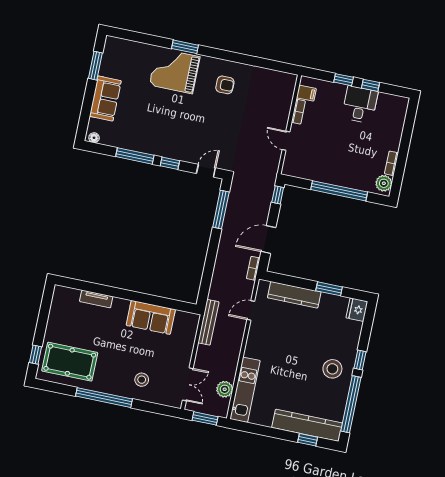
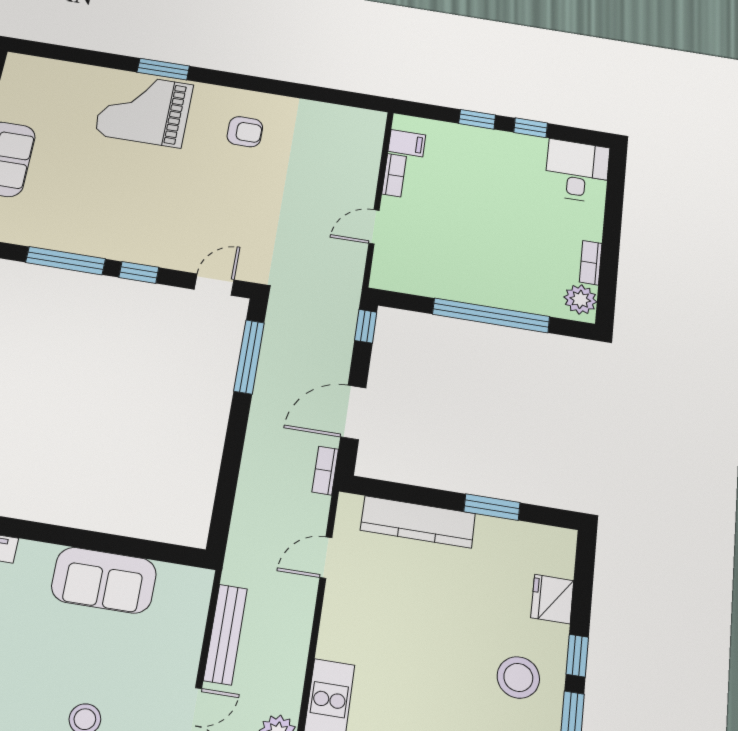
desk: (360, 105) -> (577, 171), moved
door: (286, 141) -> (374, 227), hinge flipped
fridge: (357, 310) -> (552, 599), moved
bench: (208, 322) -> (225, 634), moved

